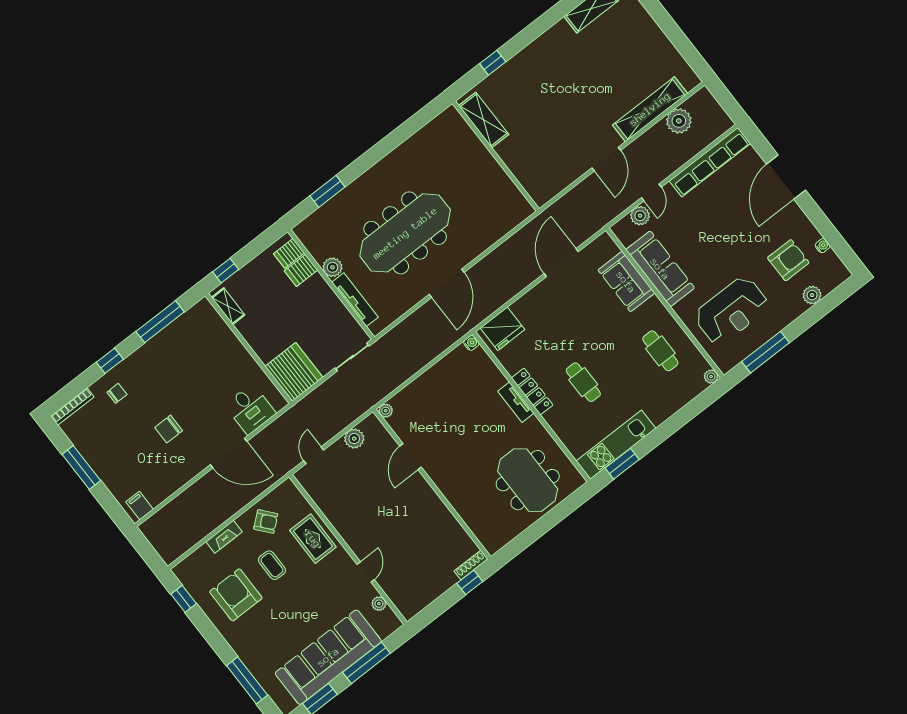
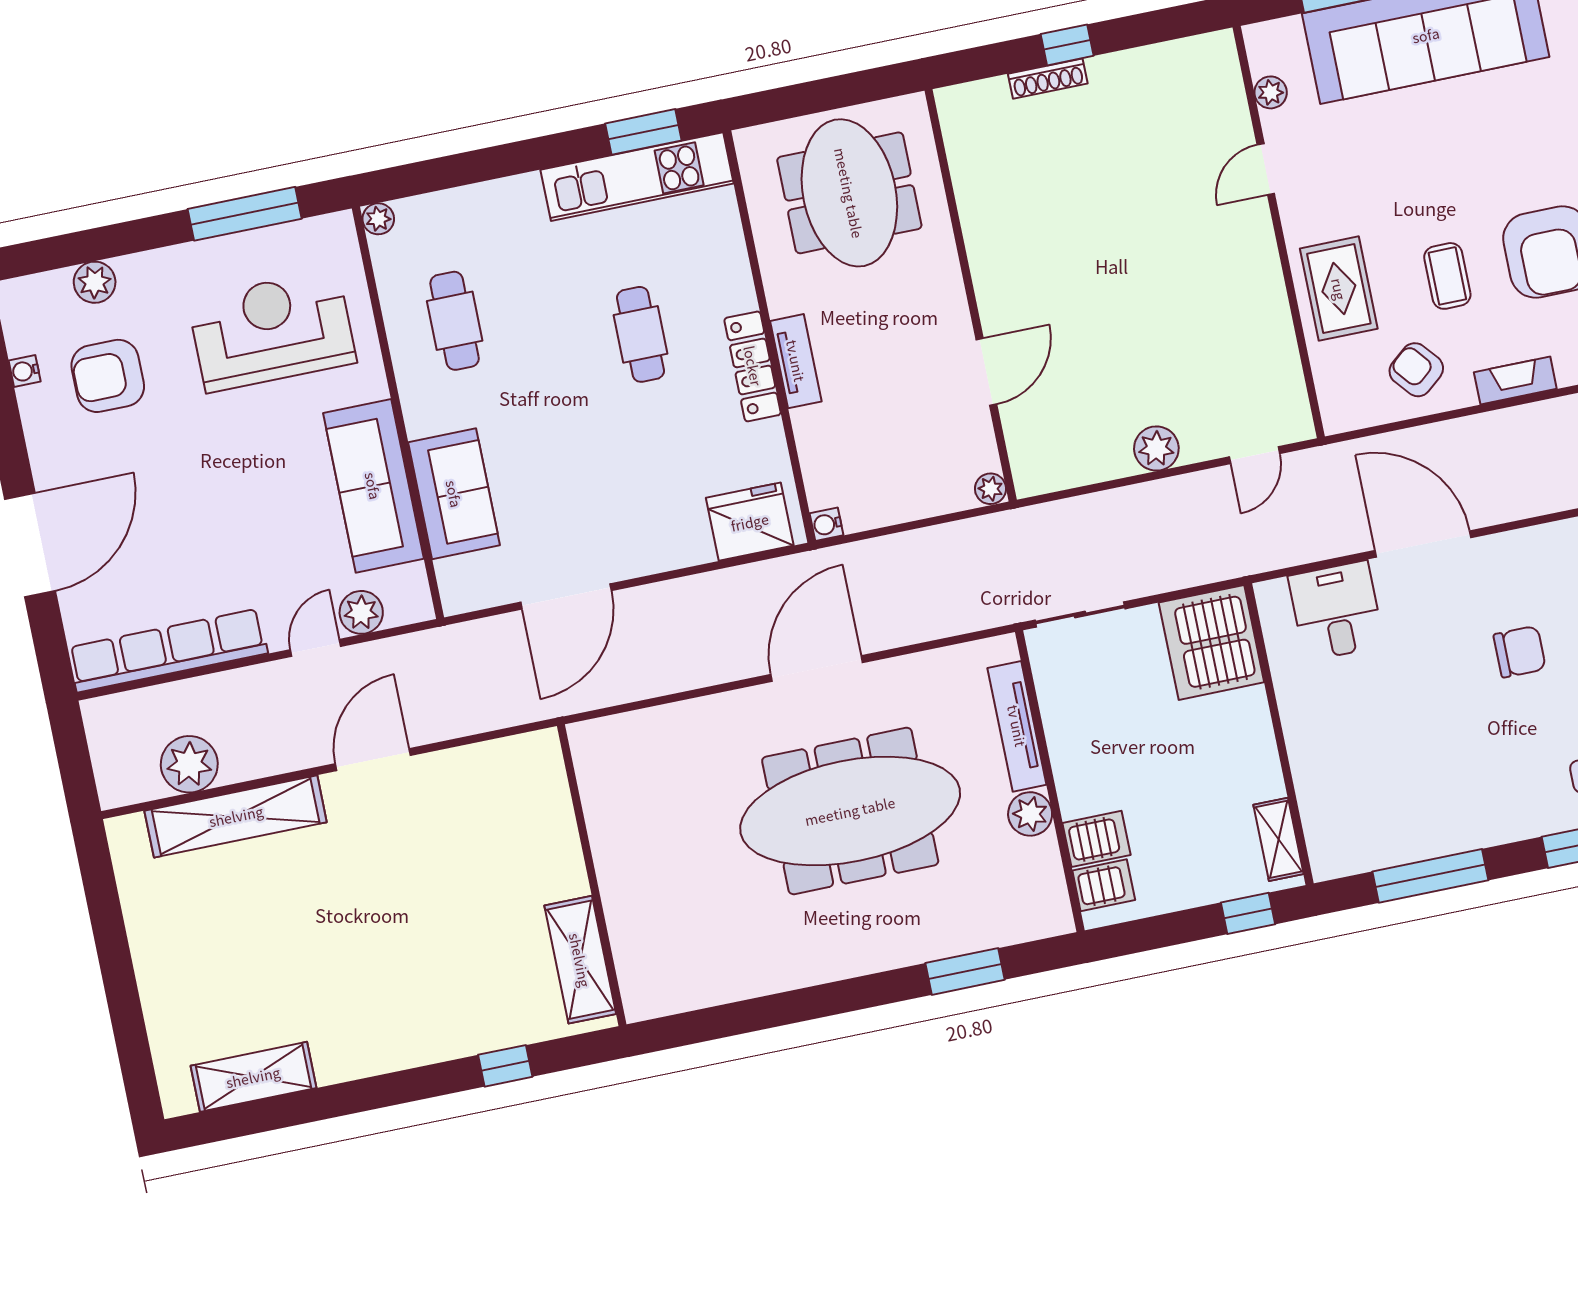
plant: (386, 411) -> (990, 489), moved
door: (410, 457) -> (986, 372), moved
wall: (432, 484) -> (971, 295), moved

